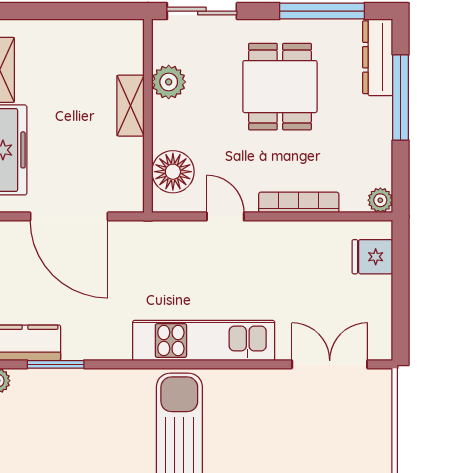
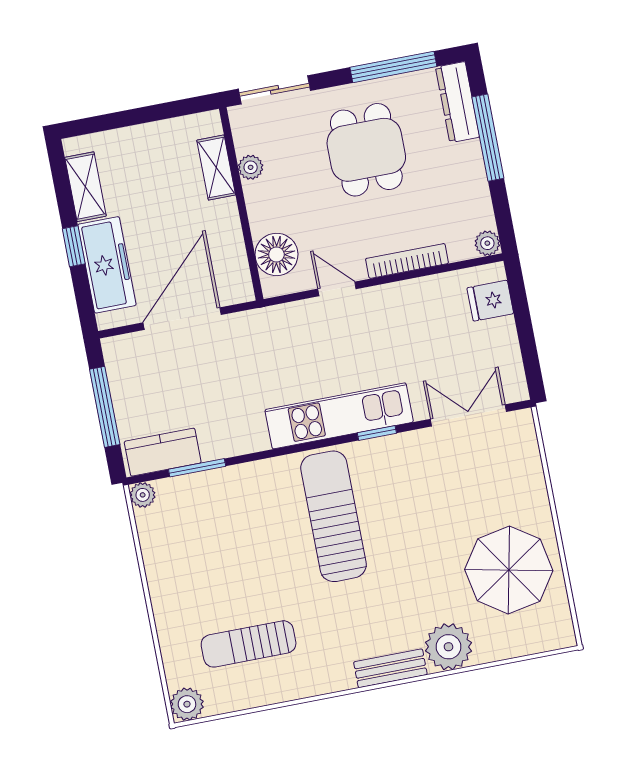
plant: (169, 82) -> (251, 167), width x0.73, depth x0.73
shelving: (131, 106) -> (216, 168), moved
door: (69, 216) -> (182, 319), swing flipped
window: (237, 364) -> (377, 433), added

